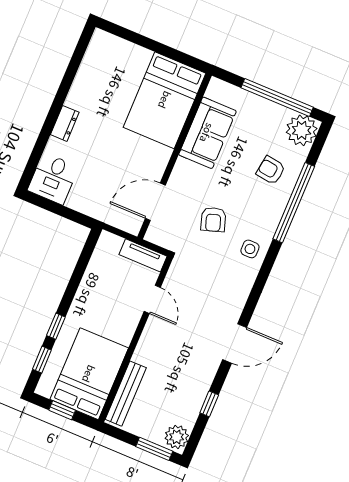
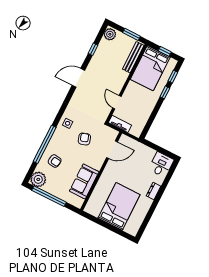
bed: (165, 100) -> (119, 206), moved
window: (154, 449) -> (131, 34), moved

